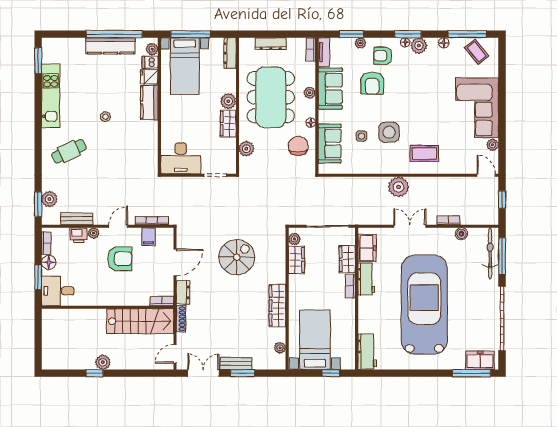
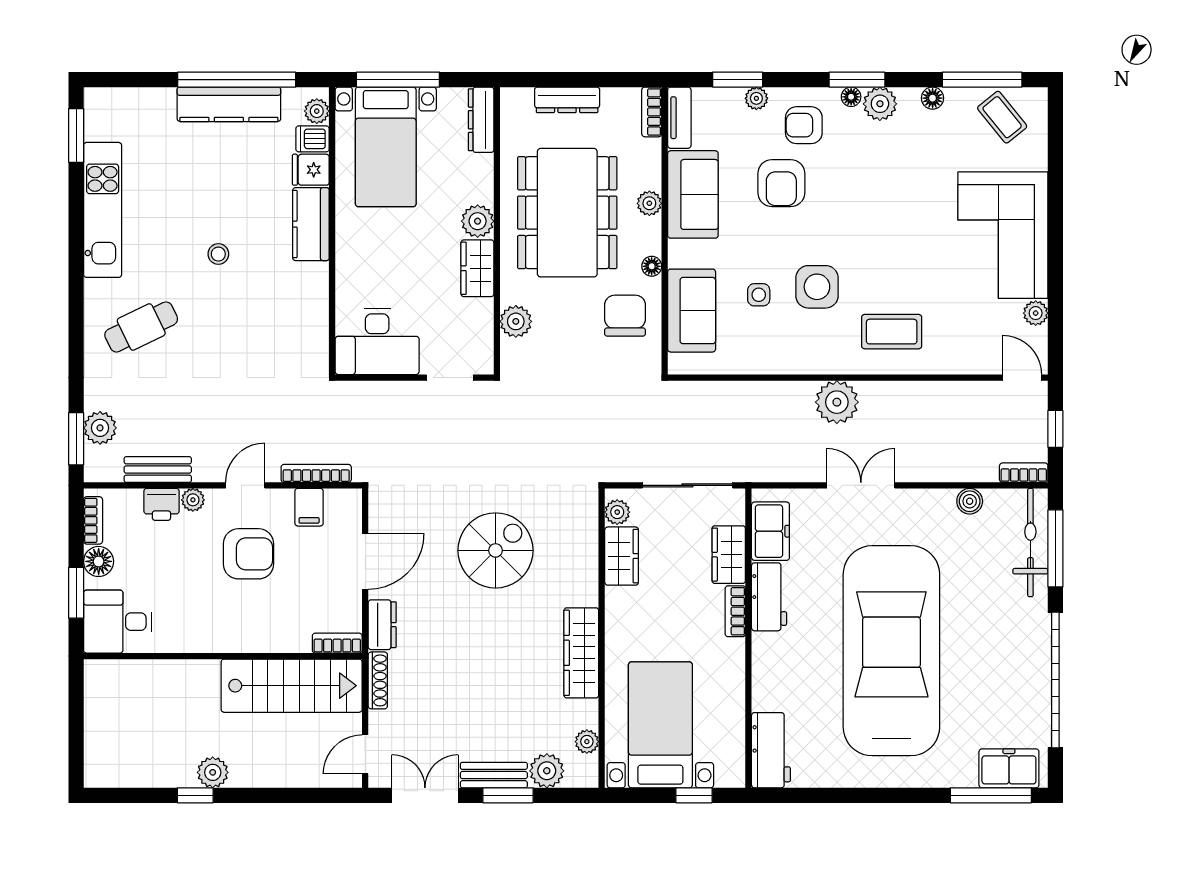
bookcase: (448, 220) -> (1024, 473), moved
plant: (261, 362) -> (547, 771), added

